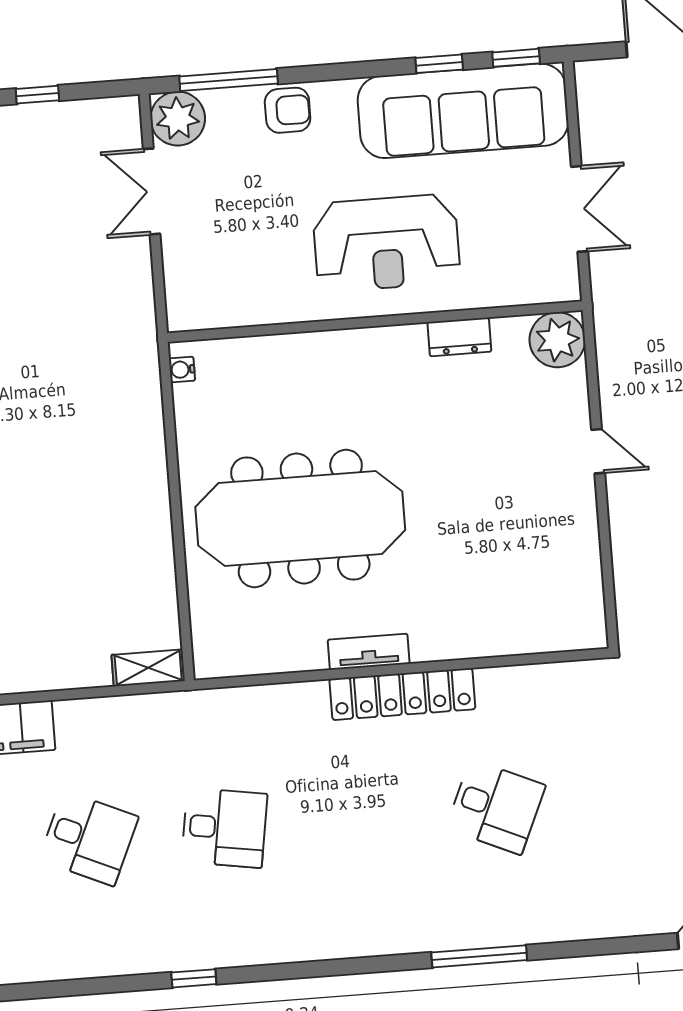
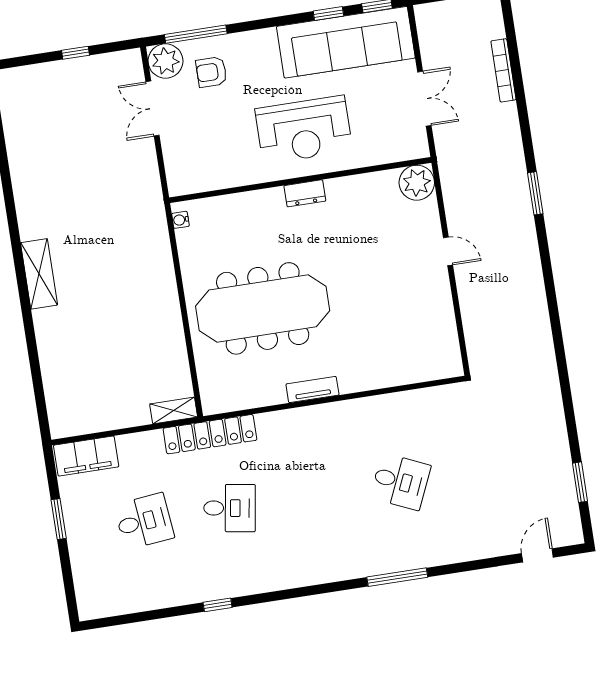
armchair: (288, 110) -> (211, 72), moved, turned 180
dresser: (459, 337) -> (305, 193), moved
locker: (402, 694) -> (210, 434), moved
desk: (89, 838) -> (144, 521), turned -30

